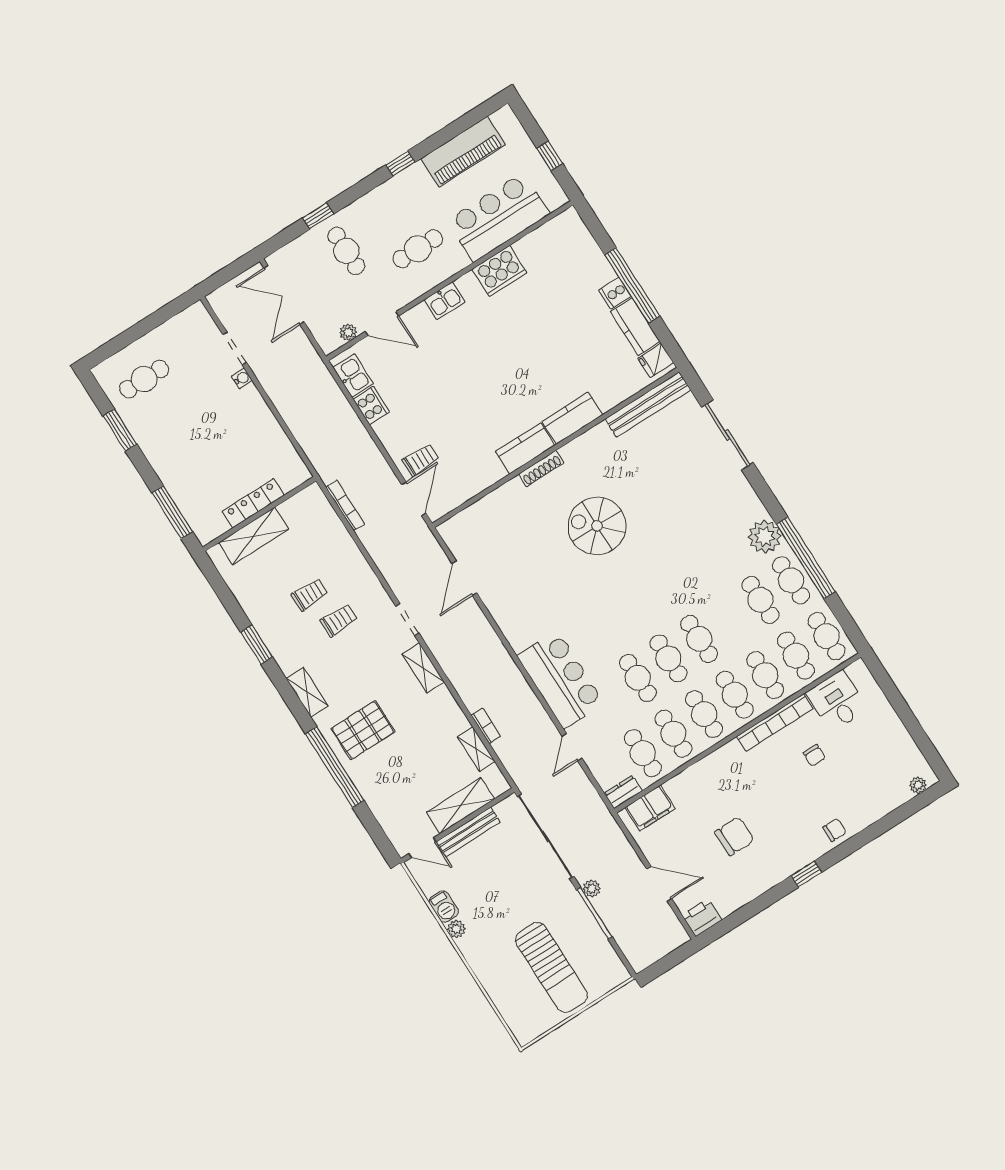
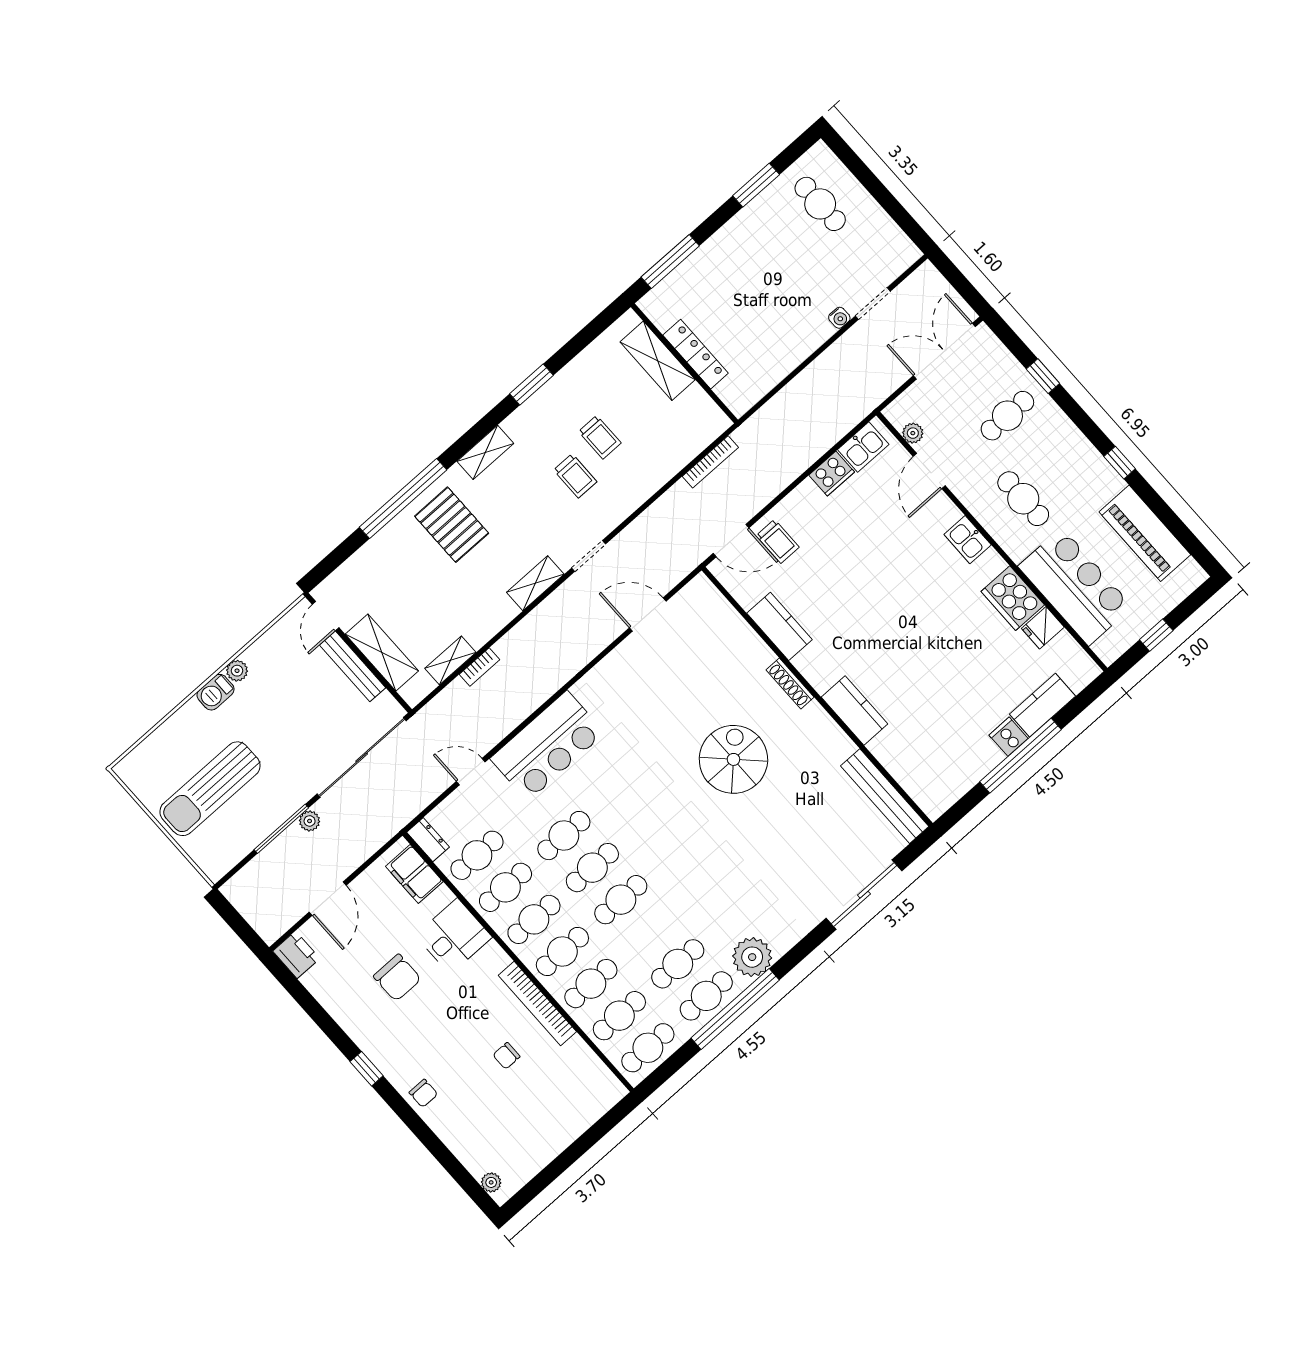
kitchen counter: (635, 327) -> (1042, 705), moved
fridge: (656, 360) -> (1043, 628), moved, turned -90
kitchen counter: (525, 448) -> (779, 626), moved
desk: (837, 701) -> (454, 936), moved
barbecue: (444, 907) -> (216, 692), moved

